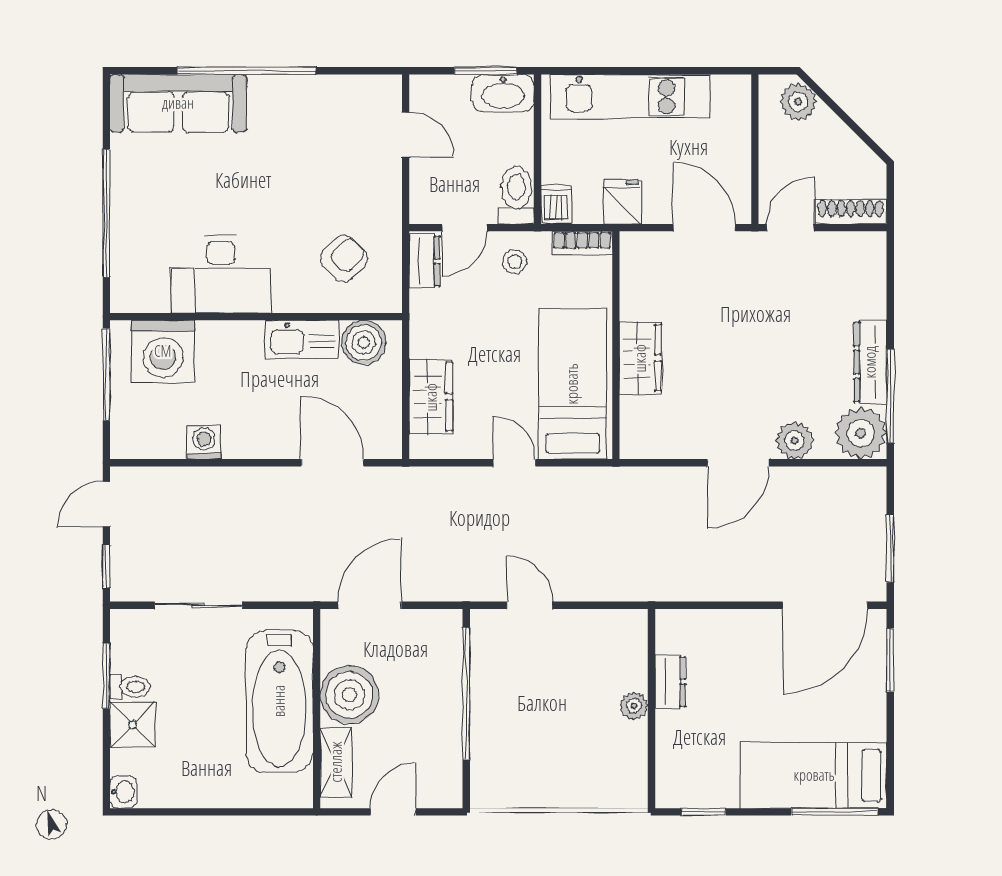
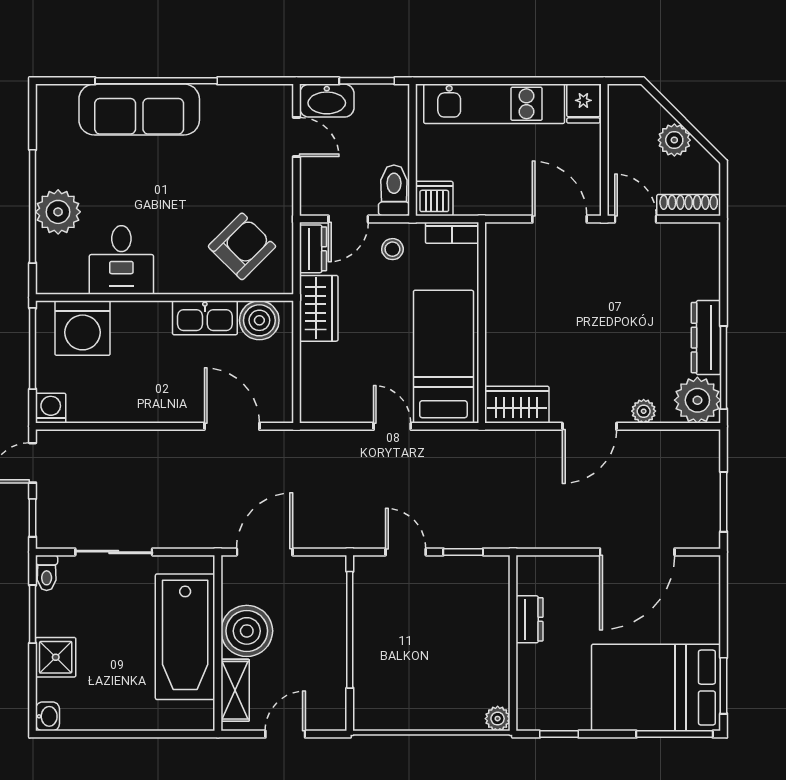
washbasin: (503, 93) -> (327, 101), moved
plant: (798, 102) -> (674, 140), moved
sofa: (178, 103) -> (139, 110), moved
fridge: (623, 202) -> (583, 104), moved, turned 180
dishwasher: (556, 204) -> (434, 199), width x1.38
plant: (135, 219) -> (58, 212), added
door: (790, 228) -> (636, 219), hinge flipped
armchair: (344, 259) -> (242, 246), width x1.38, depth x1.38
desk: (221, 274) -> (121, 260), width x0.73
wardrobe: (640, 358) -> (517, 405), moved, turned -90
wardrobe: (431, 397) -> (319, 308), moved
plant: (794, 441) -> (644, 411), width x0.73, depth x0.73
washing machine: (204, 442) -> (51, 408), moved
window: (595, 605) -> (463, 552), added
door: (825, 605) -> (637, 552), moved
window: (890, 660) -> (724, 686), moved
toilet: (130, 687) -> (47, 573), moved, turned 90
plant: (634, 706) -> (498, 719), moved
bed: (814, 775) -> (656, 688), width x1.50

